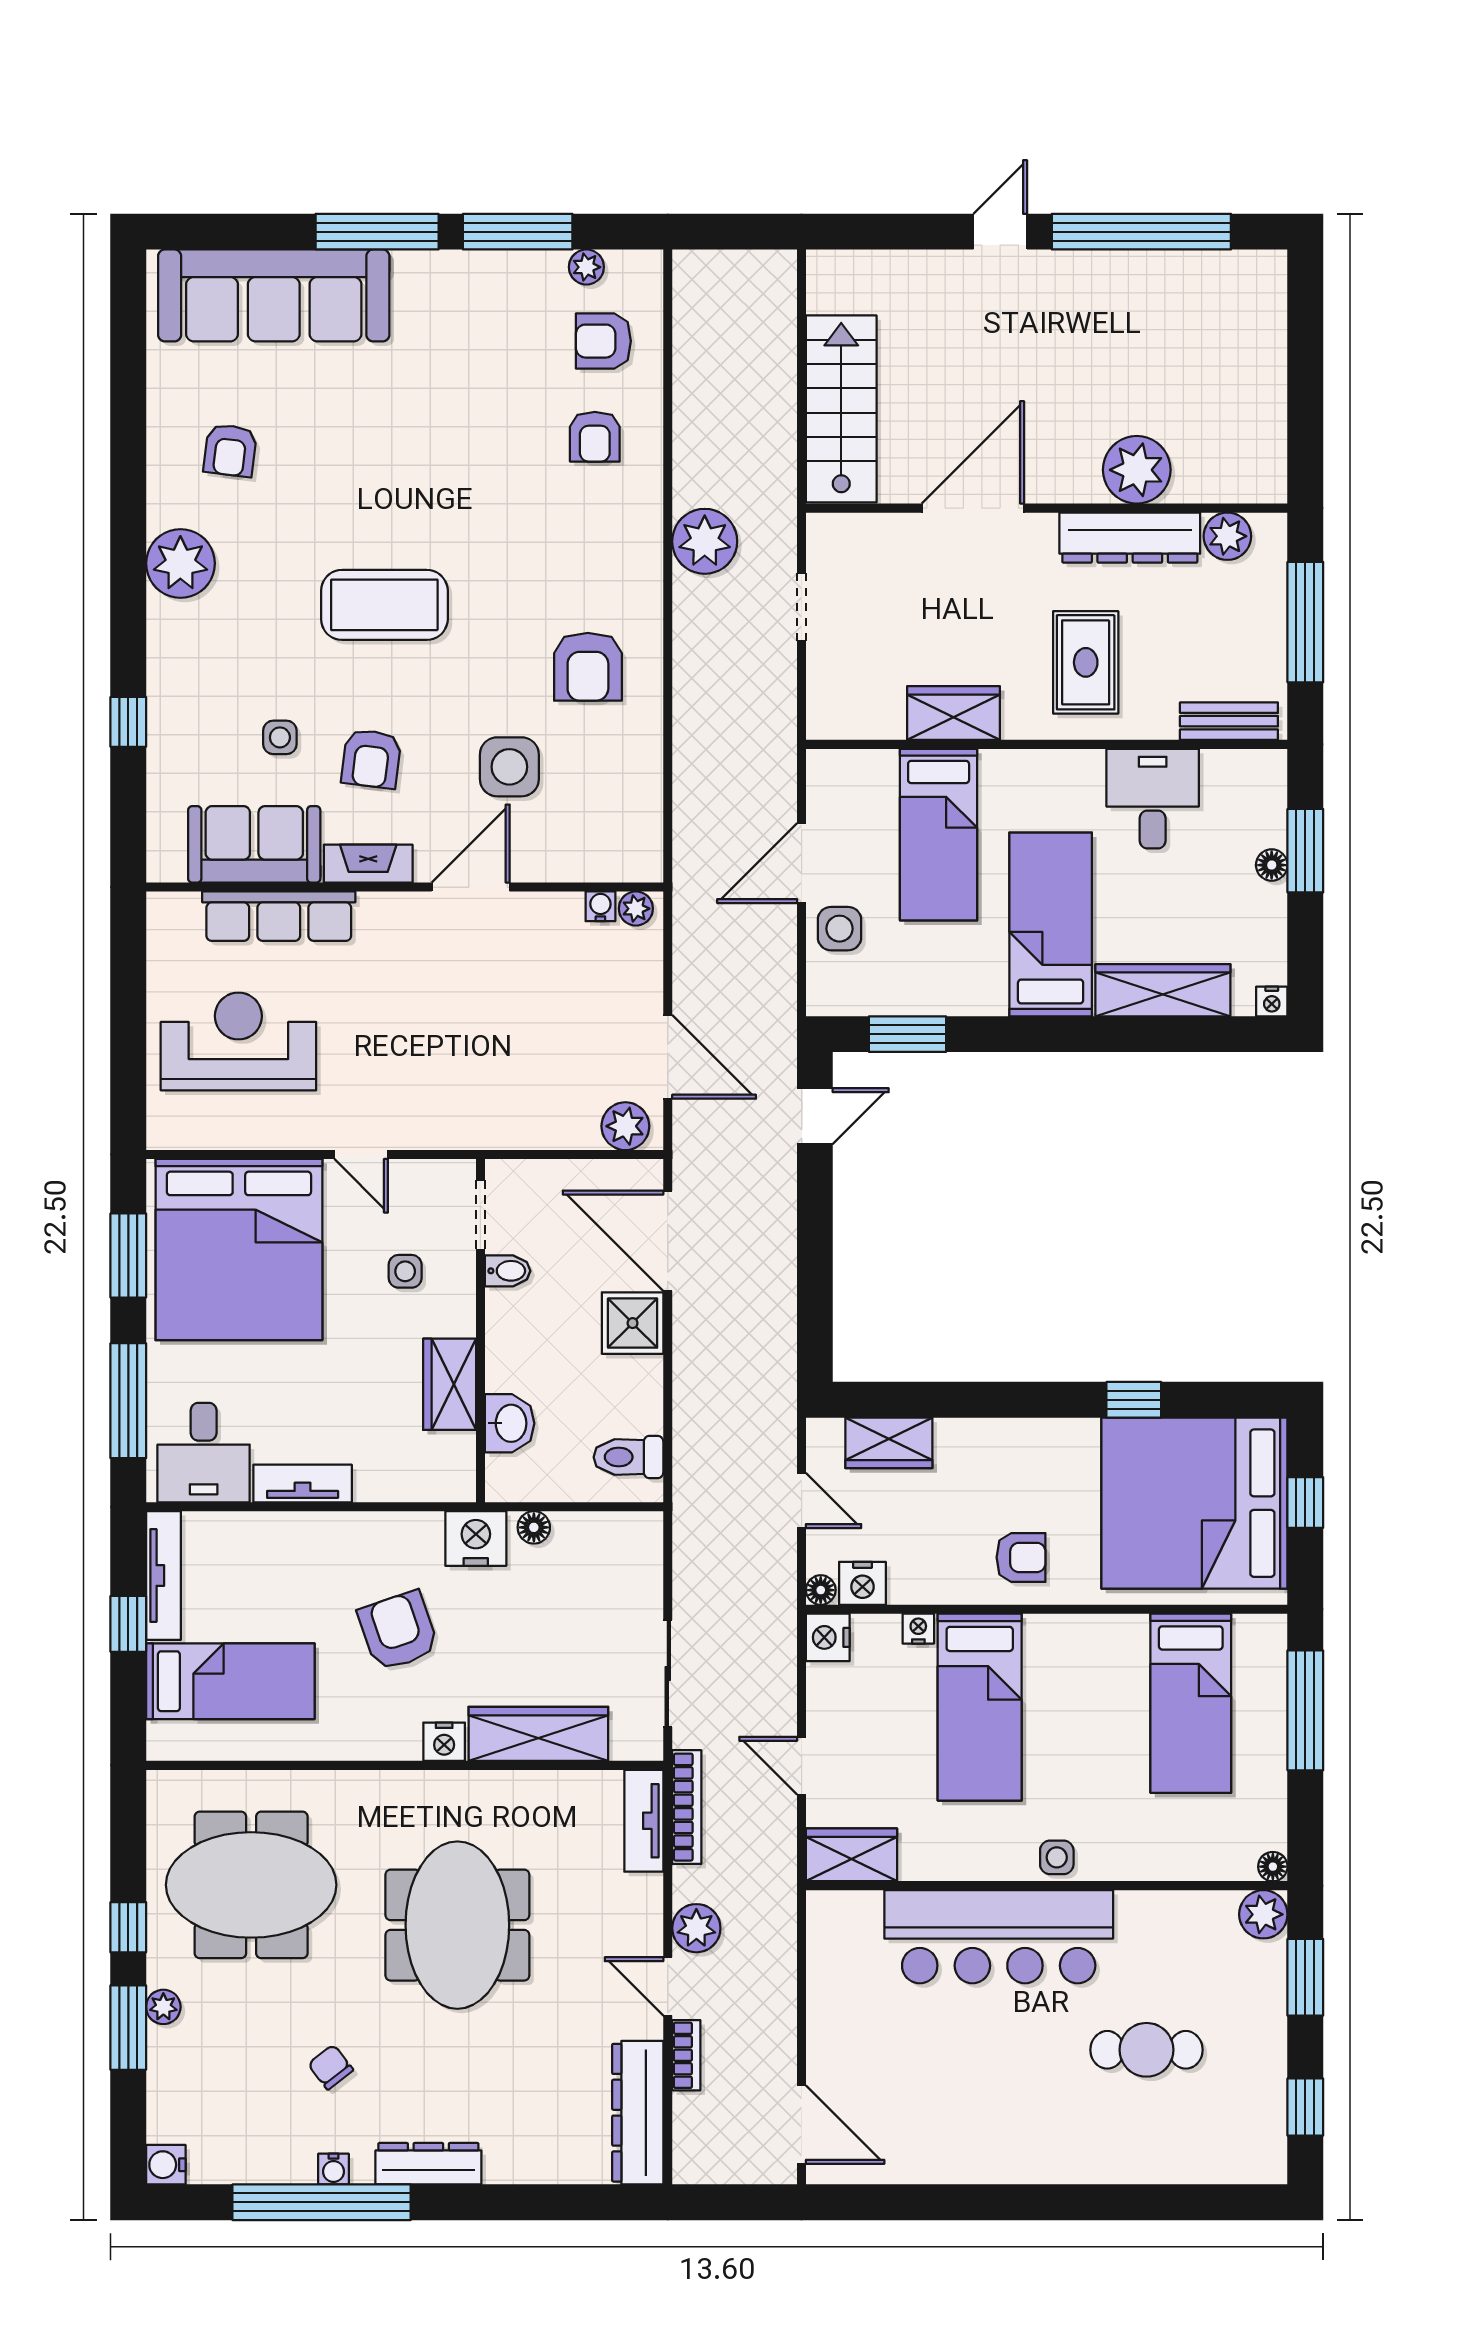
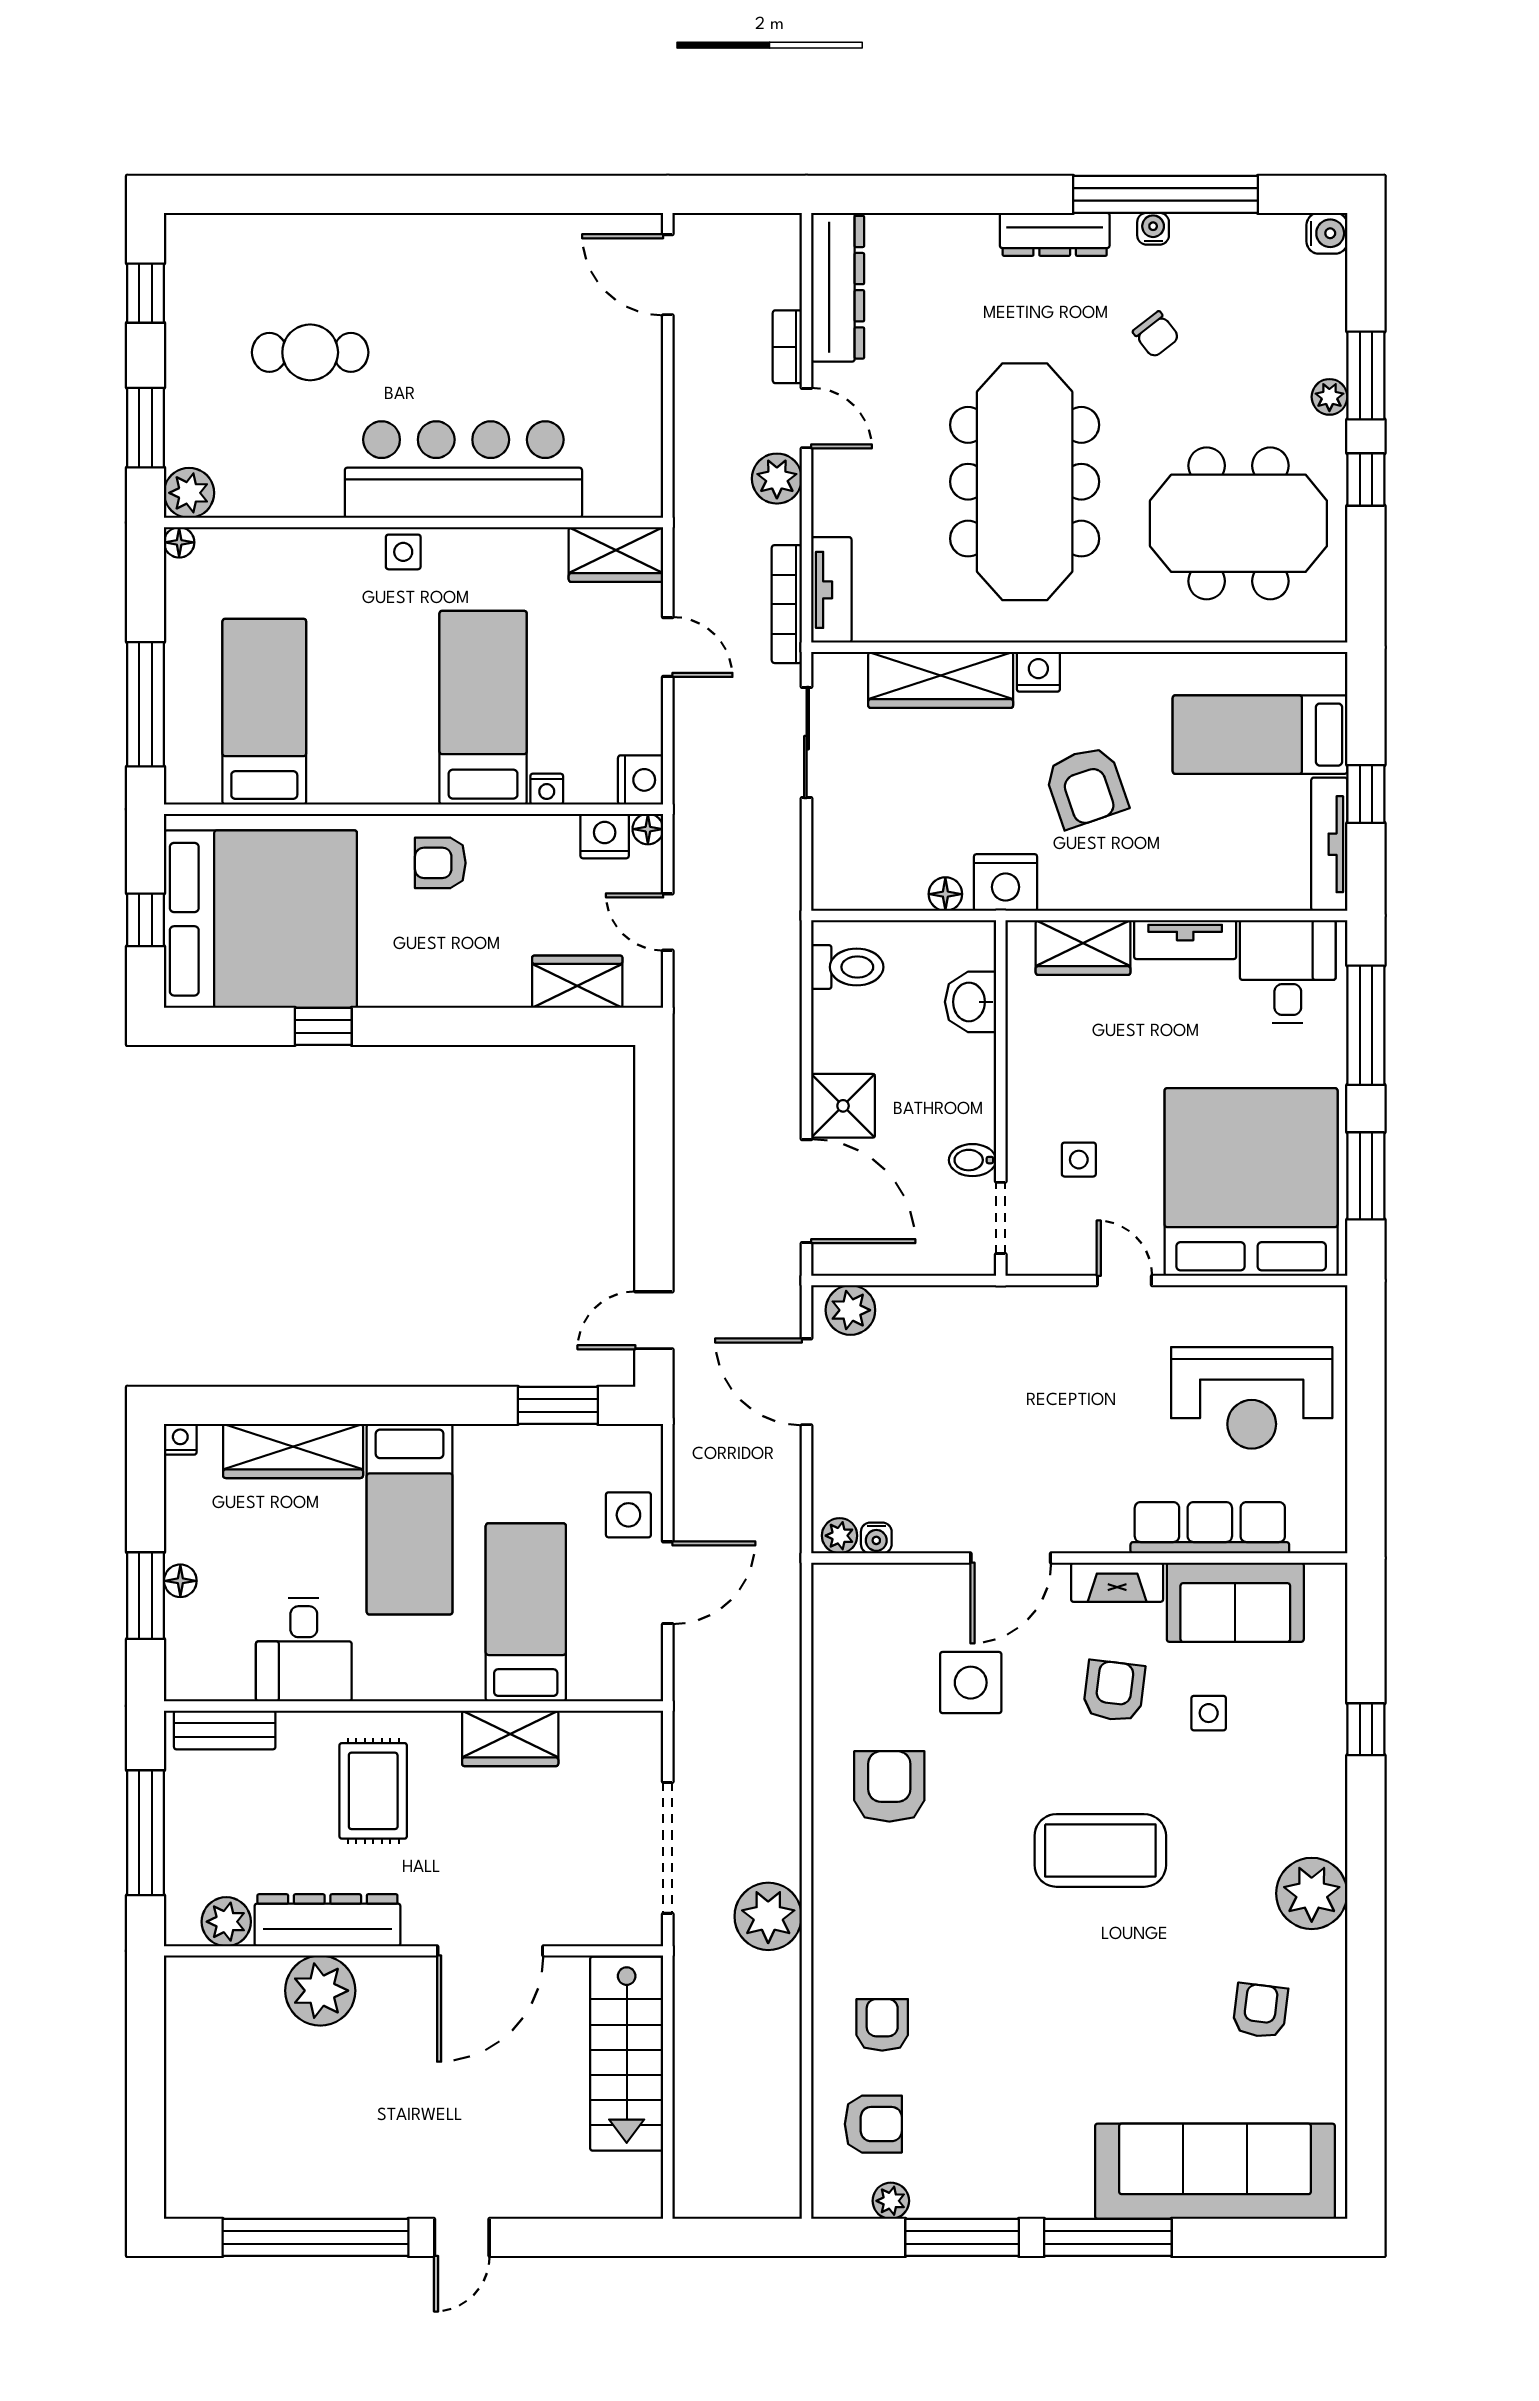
doorway: (802, 607) -> (668, 1848), width x1.88
wardrobe: (450, 1384) -> (1083, 948), moved, turned 90
meeting table: (457, 1925) -> (1025, 482), width x1.36

